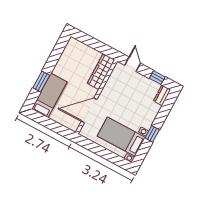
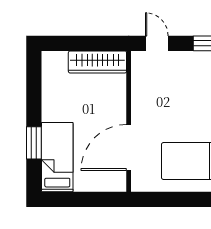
wardrobe: (101, 72) -> (97, 62), moved, turned -90

